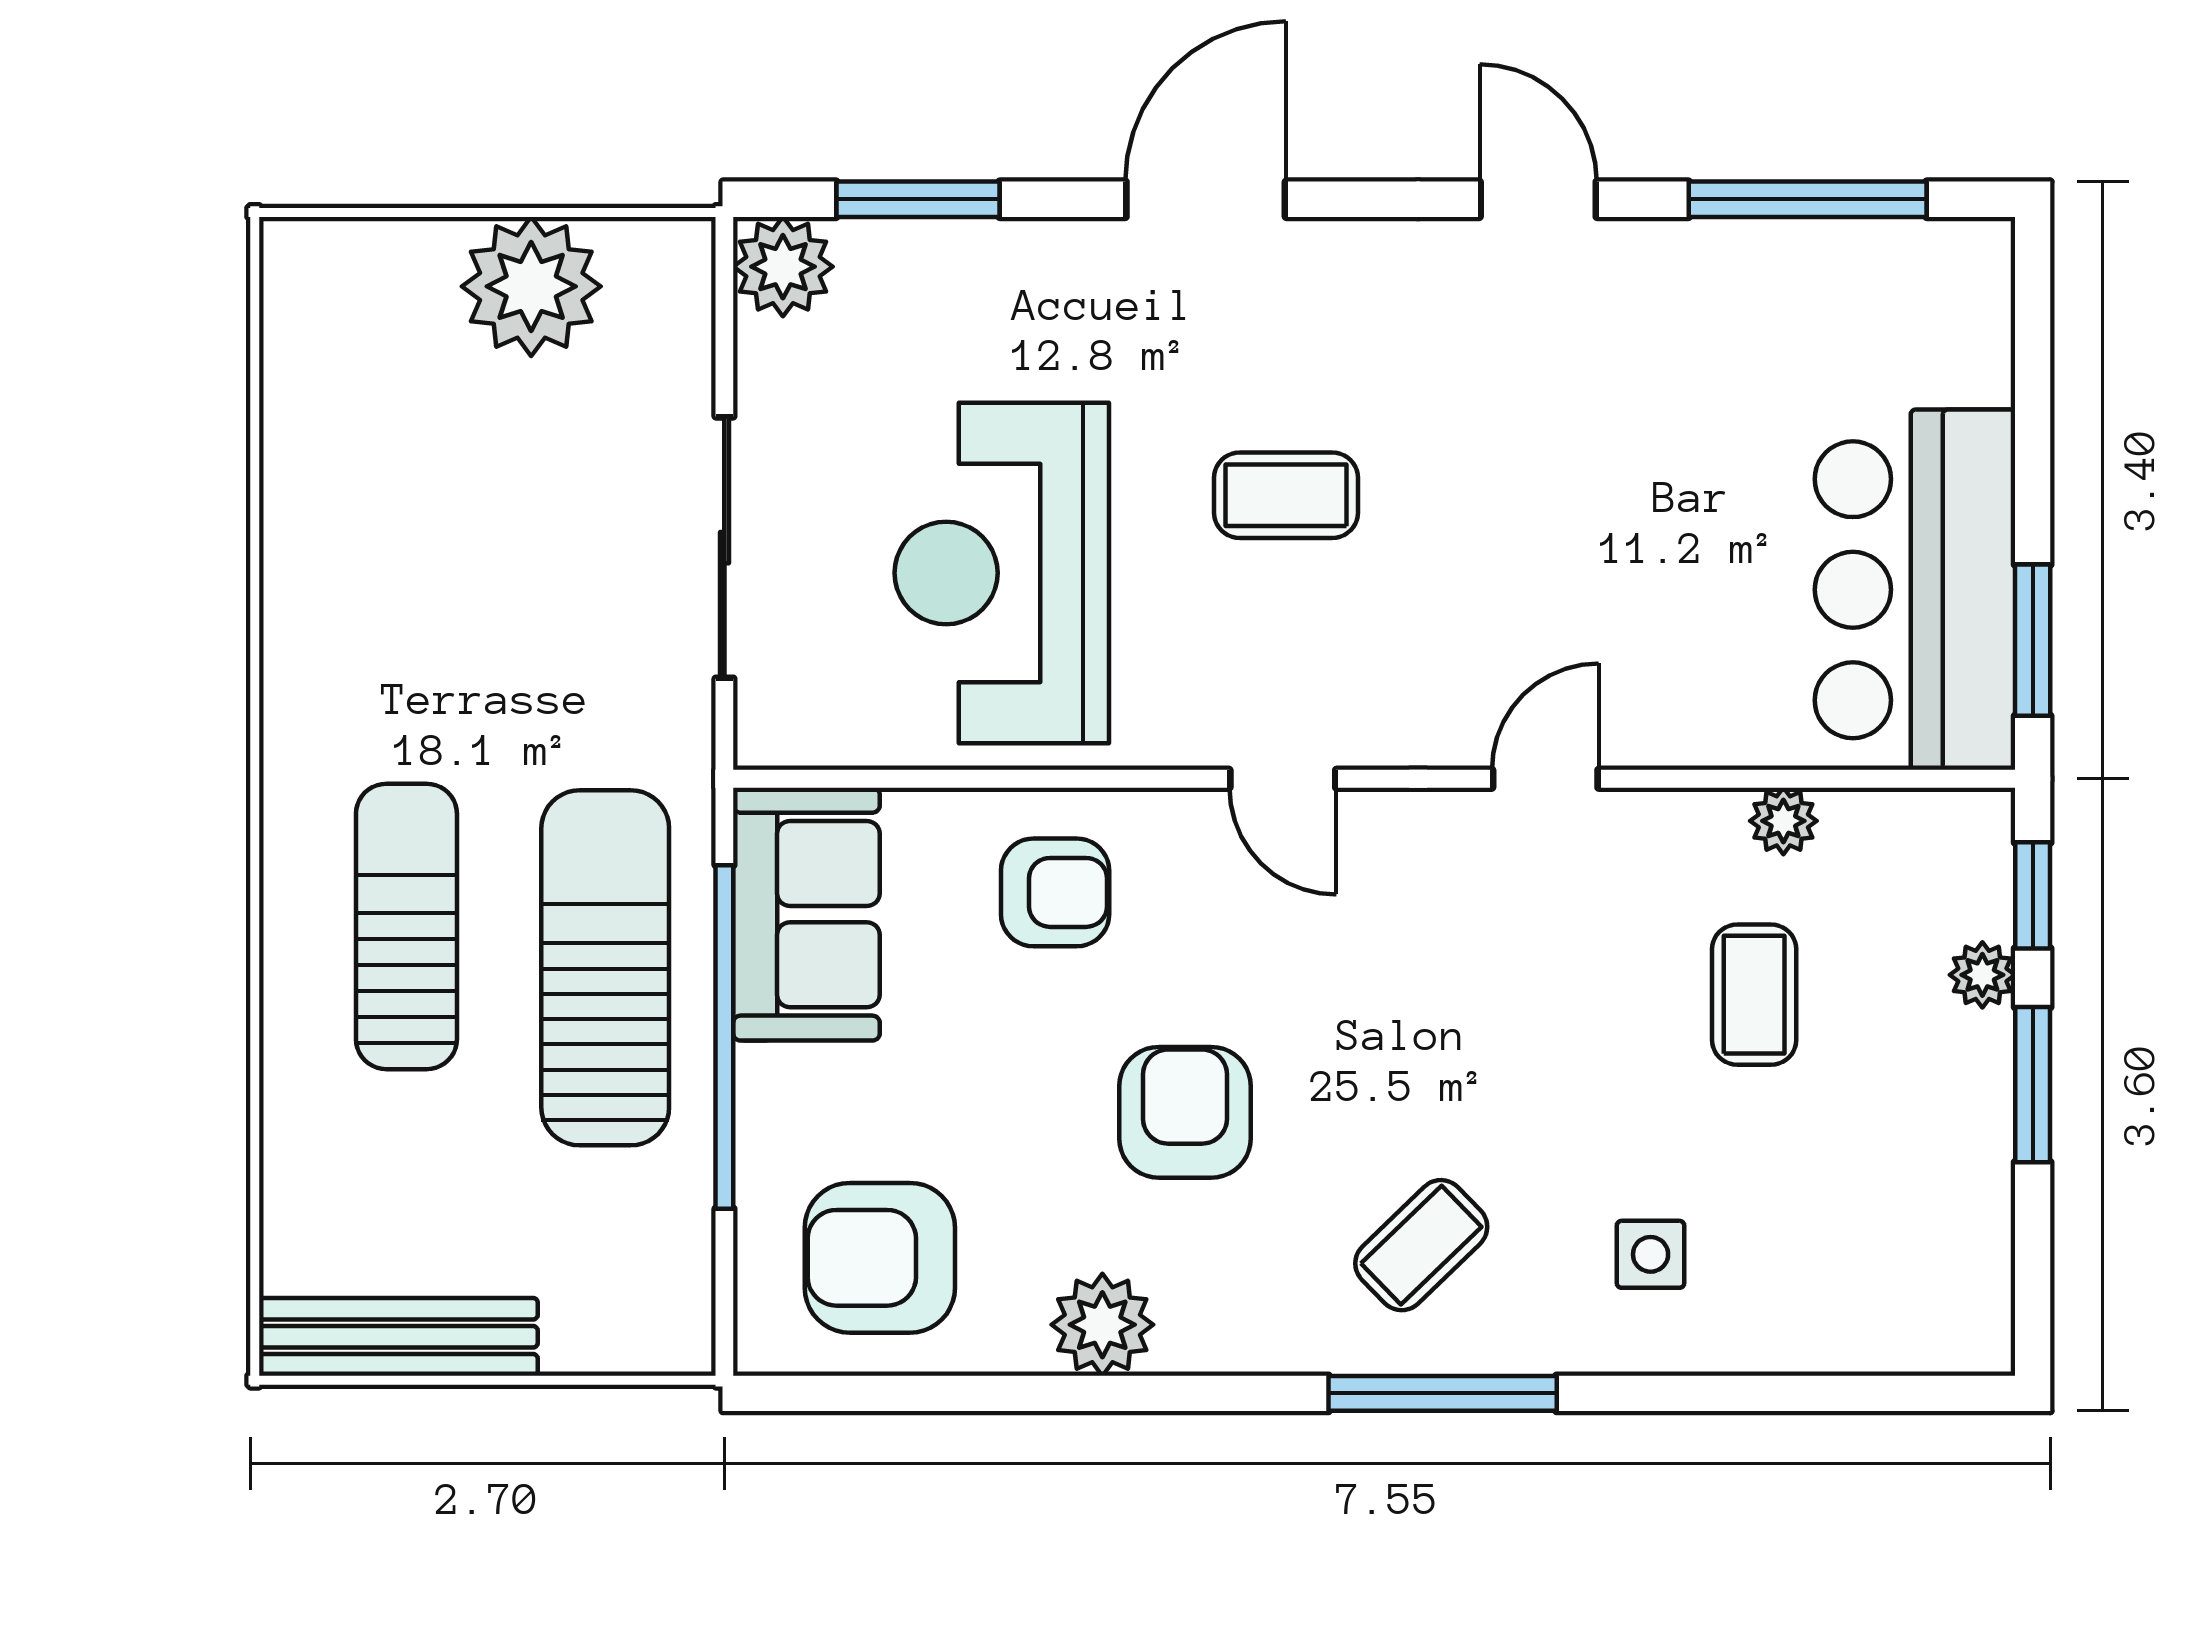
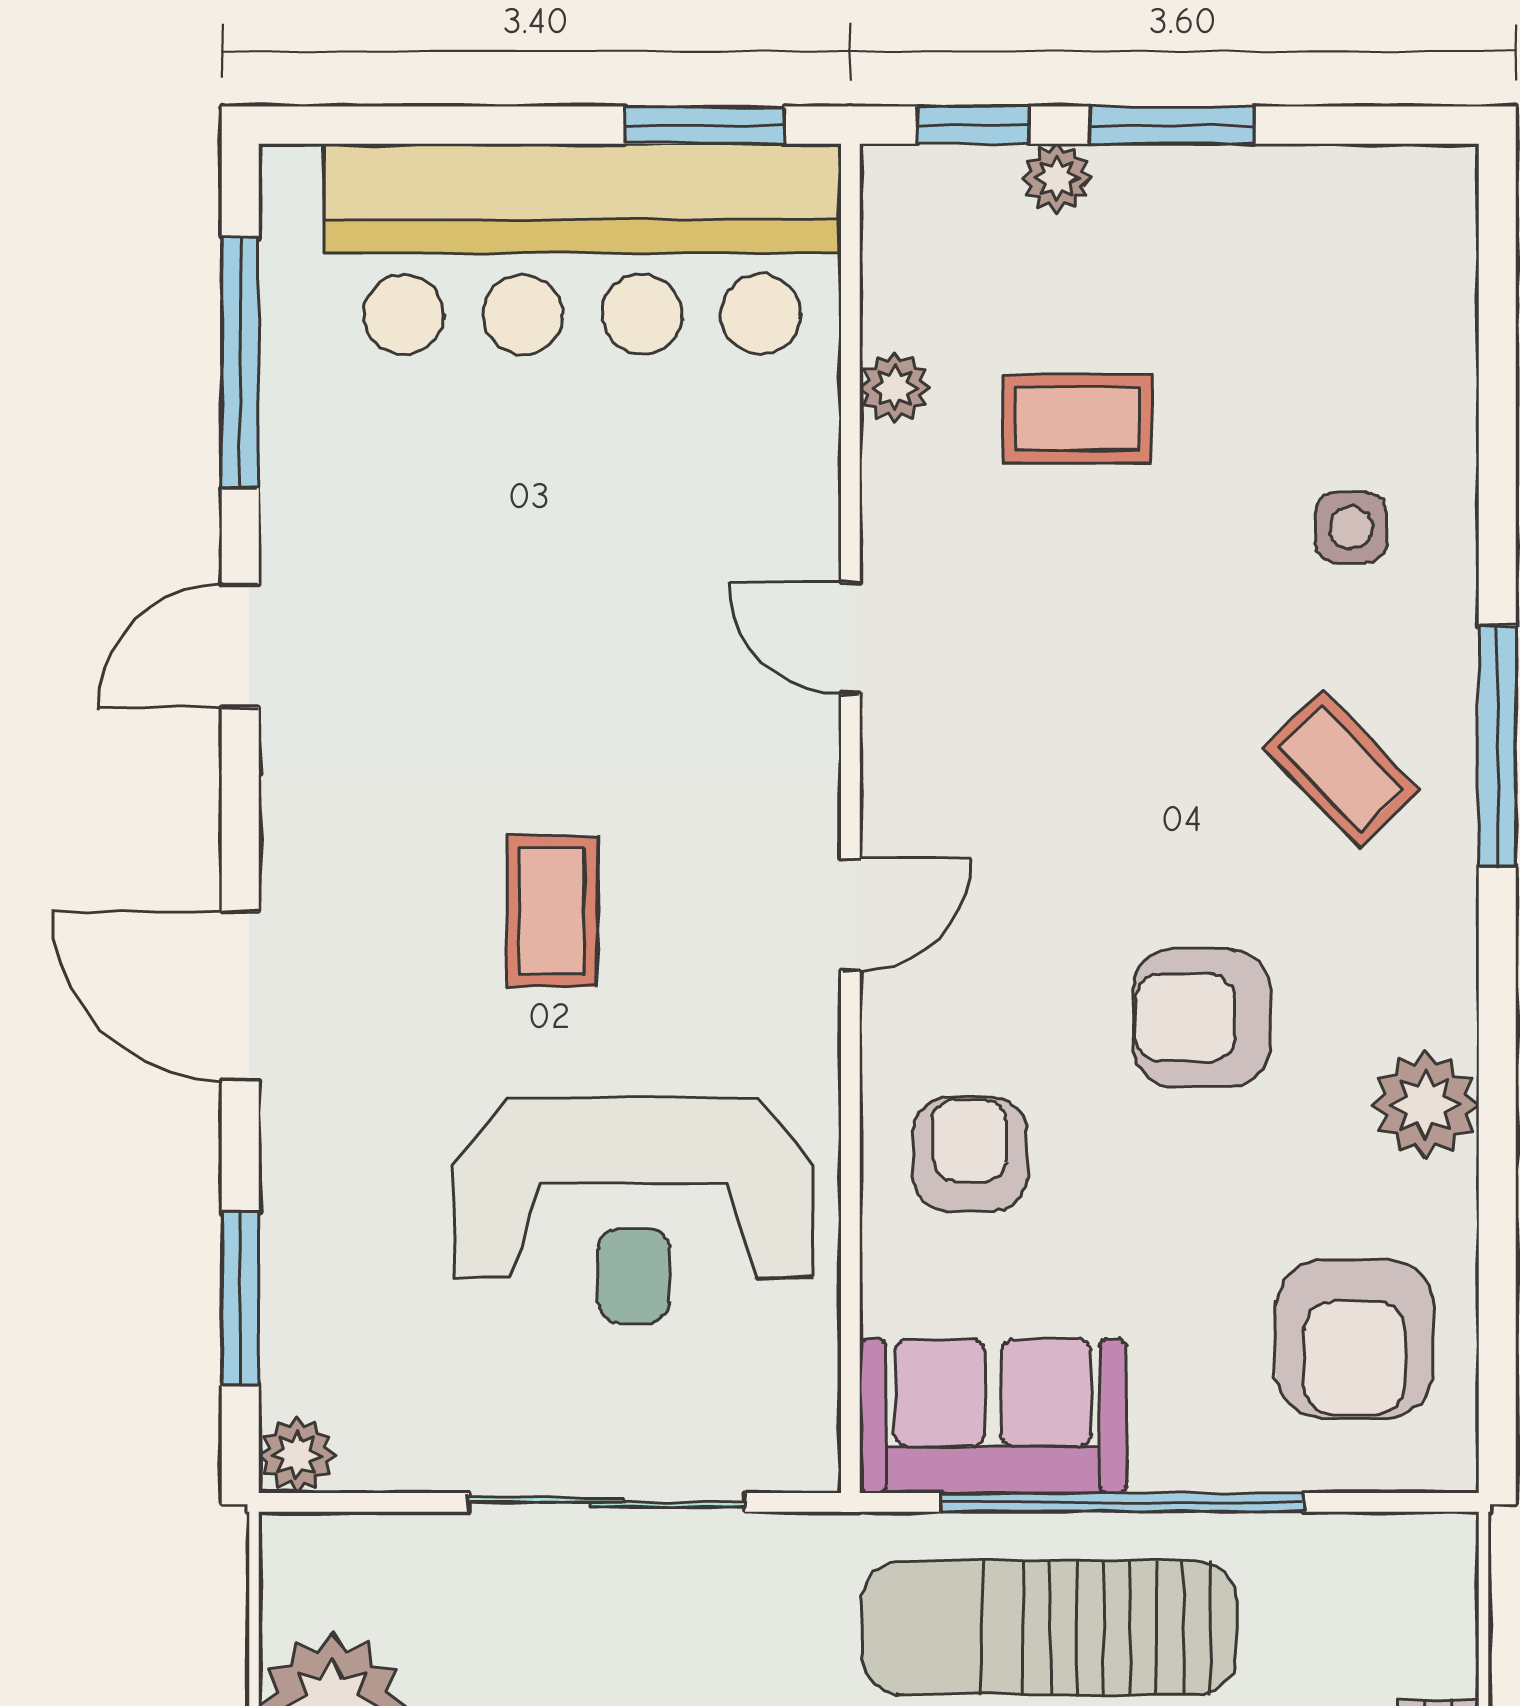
plant: (783, 267) -> (297, 1455), width x0.73, depth x0.73
bar counter: (1915, 590) -> (582, 249), width x1.36

